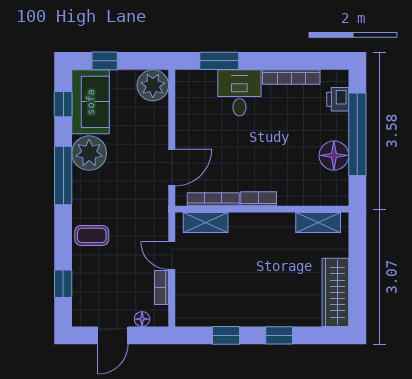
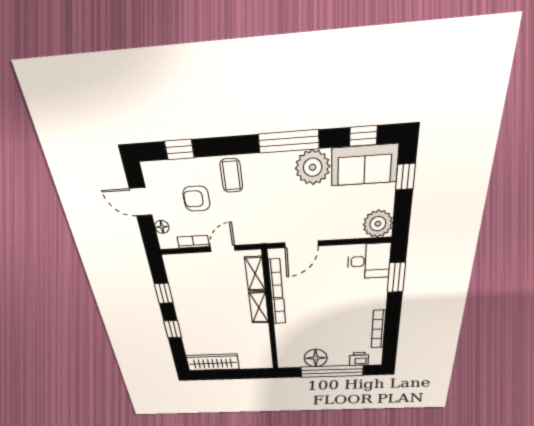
desk: (239, 93) -> (369, 261), moved
door: (172, 168) -> (301, 244), hinge flipped
shelving: (318, 222) -> (259, 308), moved
armchair: (113, 275) -> (196, 199), added

